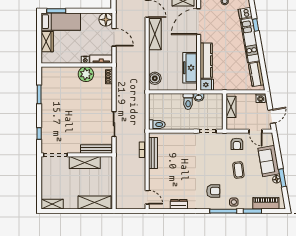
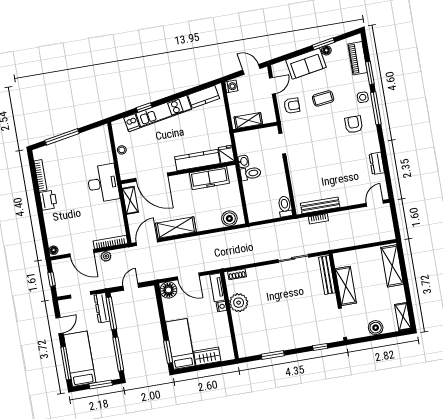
door: (114, 37) -> (188, 276), swing flipped
boiler: (47, 181) -> (376, 328), added

